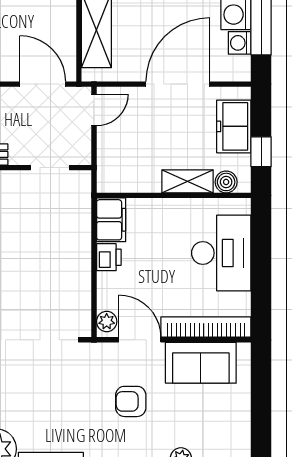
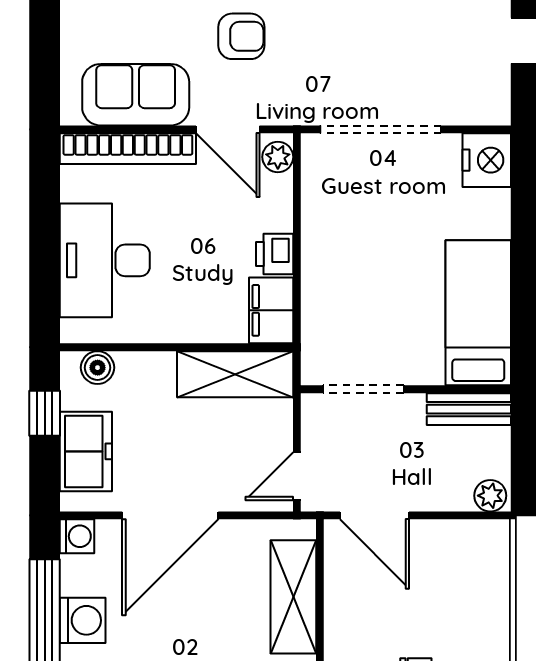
washing machine: (240, 43) -> (77, 536), moved
doorway: (50, 168) -> (363, 389), width x1.38
shelving: (188, 181) -> (235, 374), moved, width x1.50, depth x1.33

